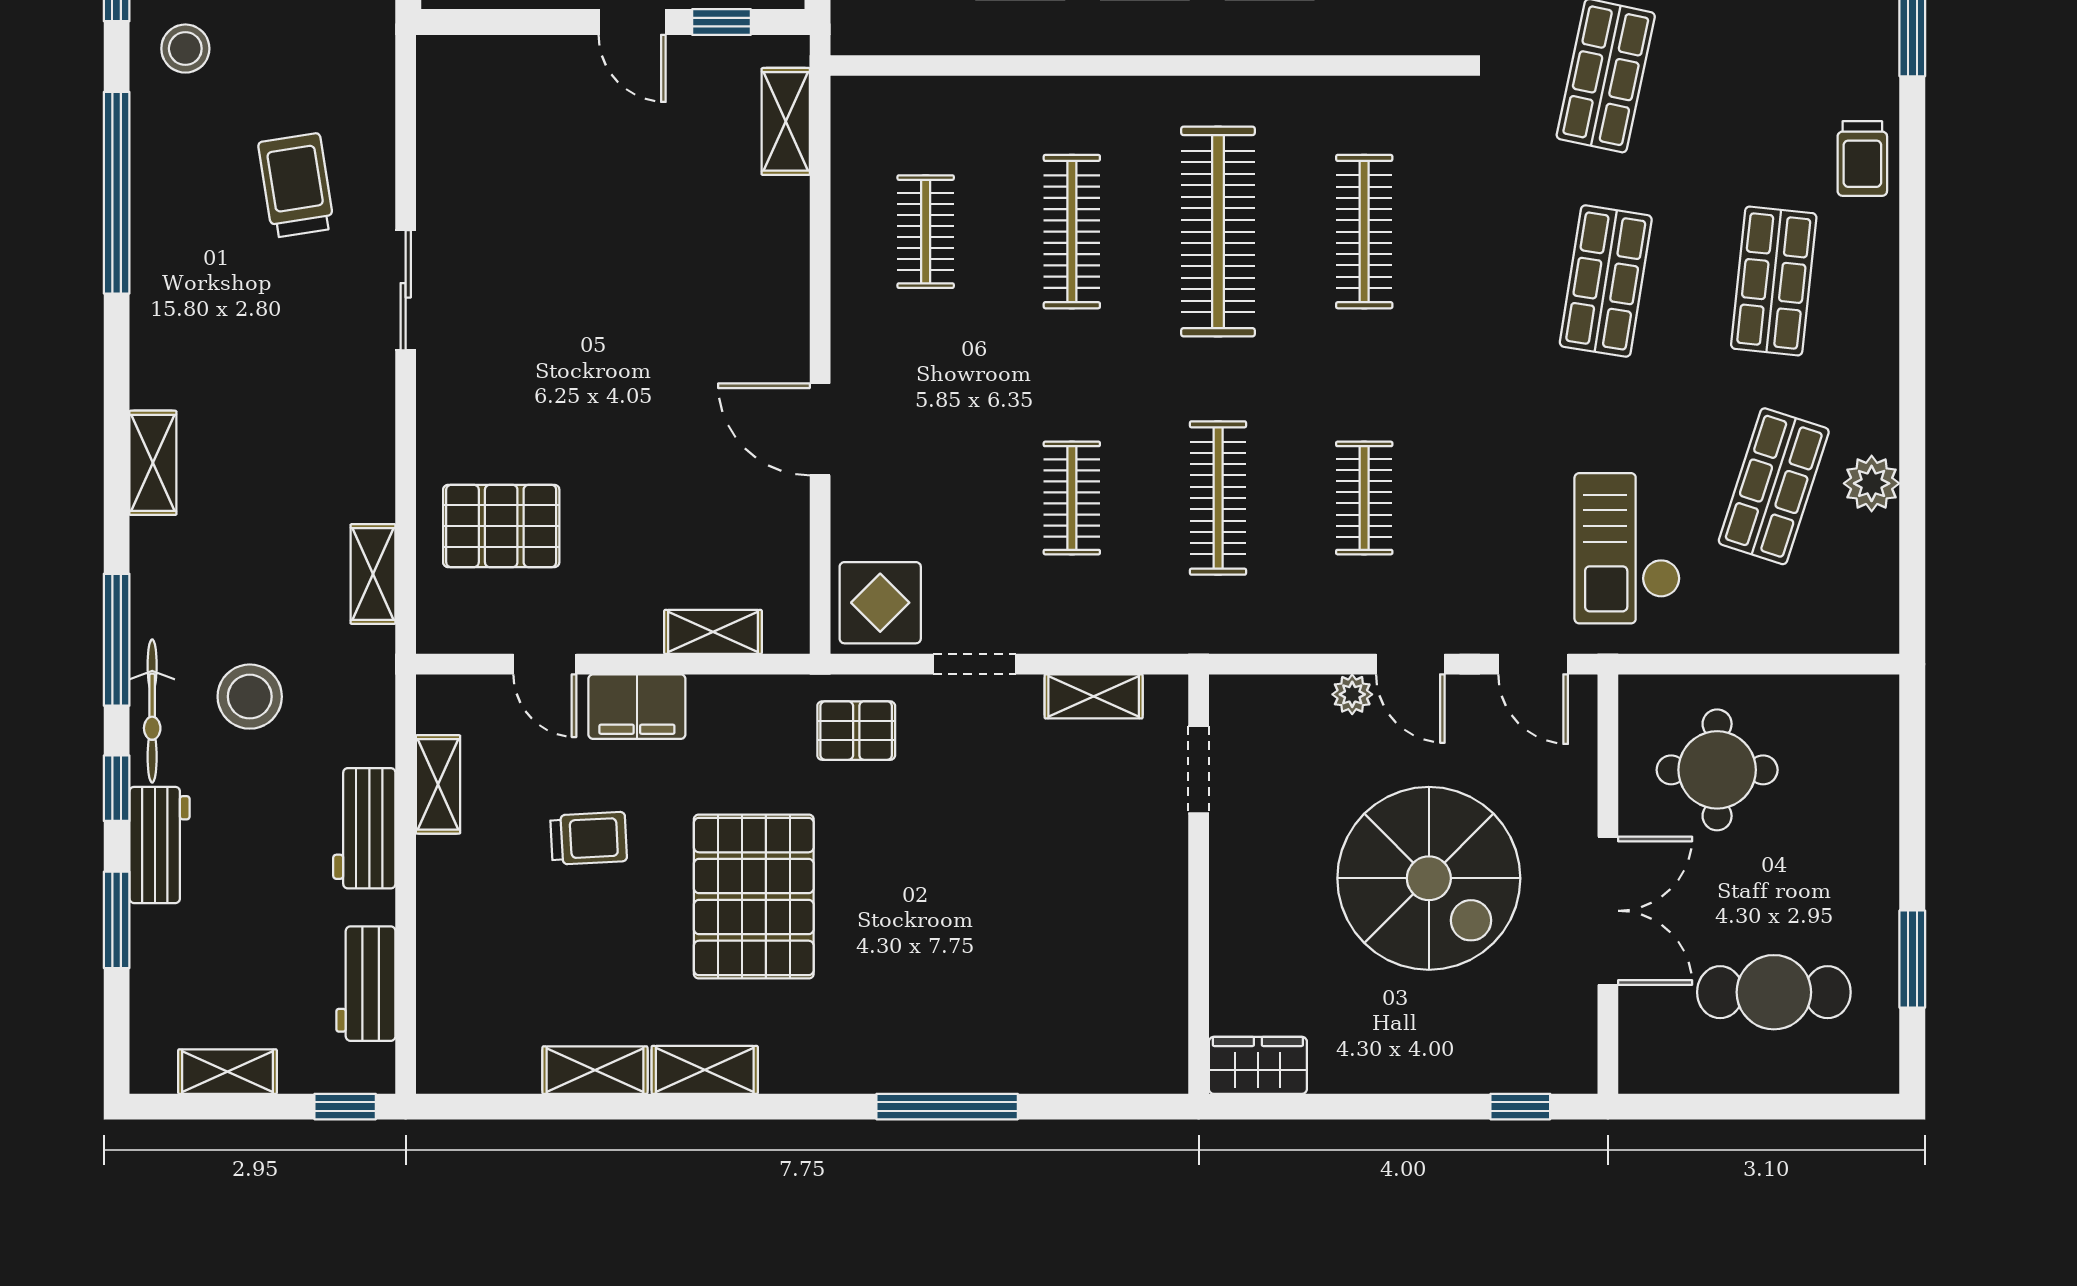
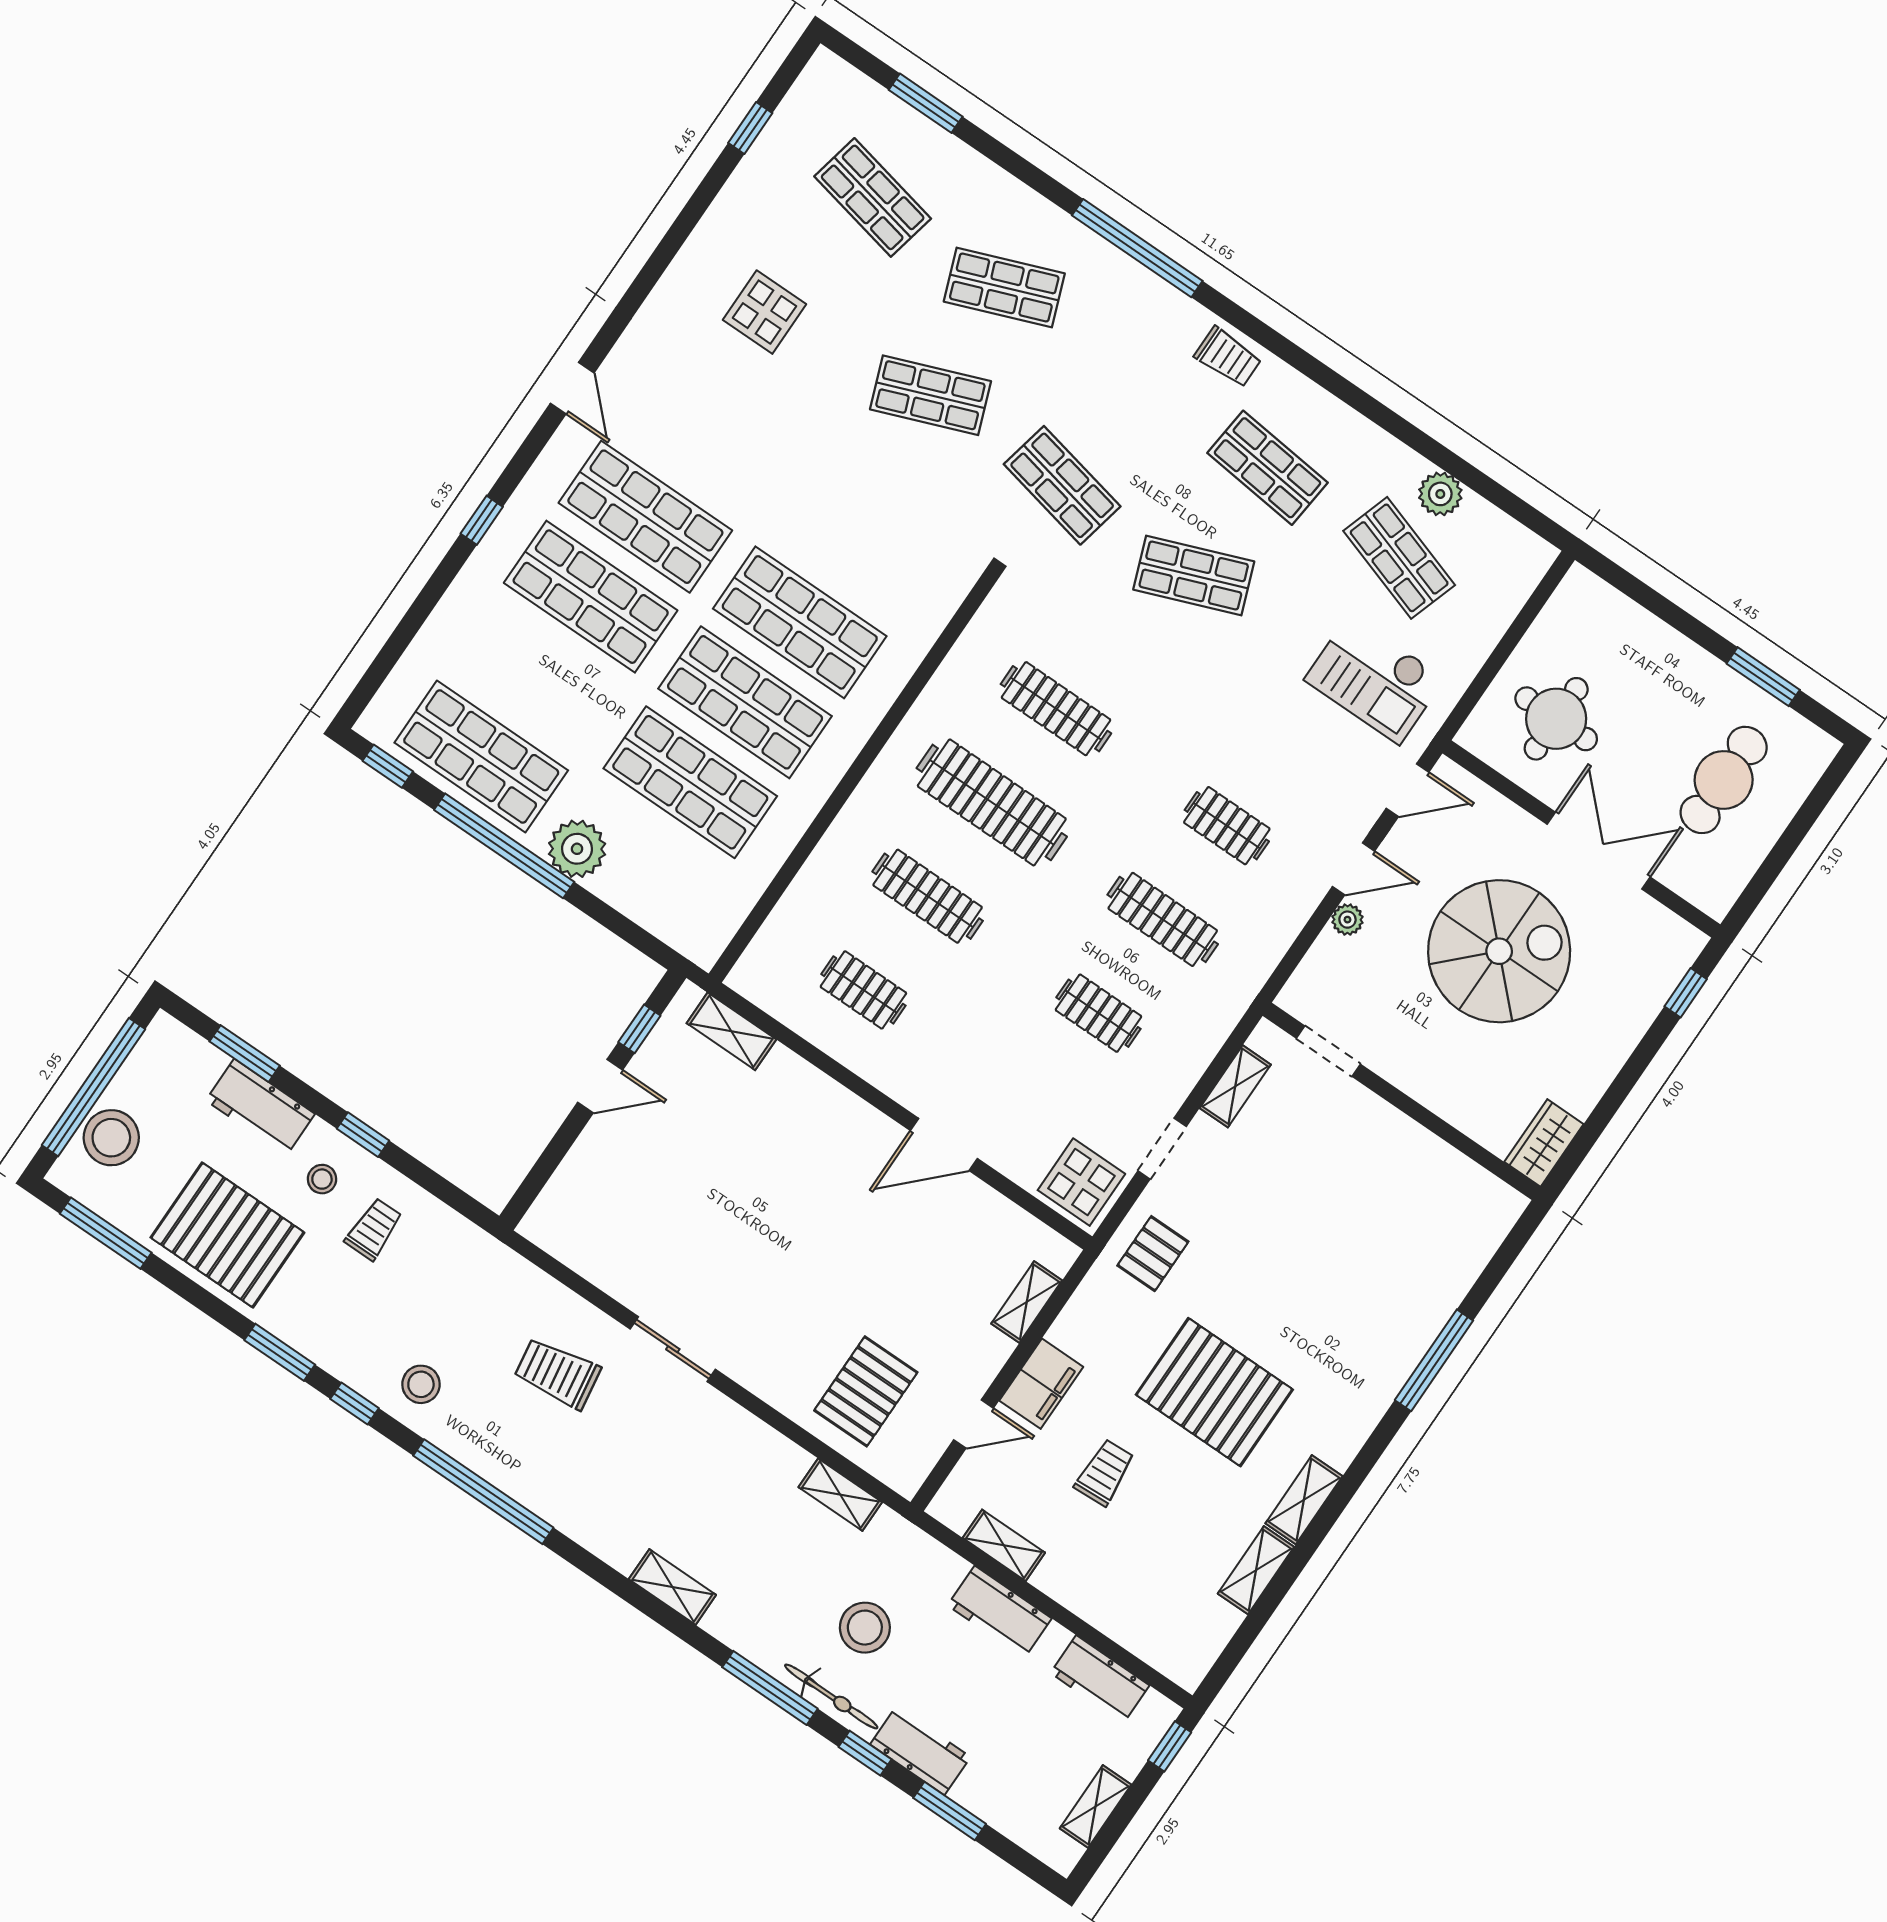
shop shelf: (1606, 281) -> (1194, 575), turned -30

